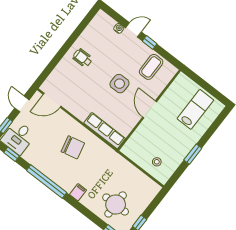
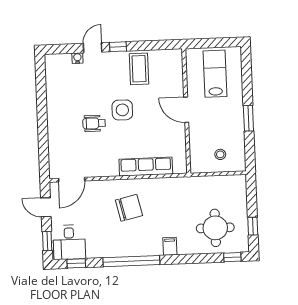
wheelchair: (83, 58) -> (94, 123), moved
door: (150, 109) -> (186, 110), moved
wall: (149, 110) -> (186, 111), moved

